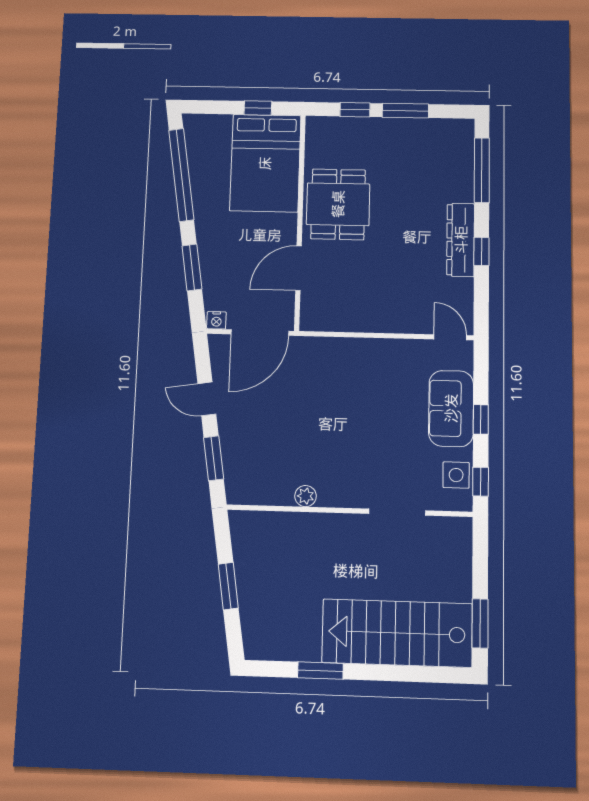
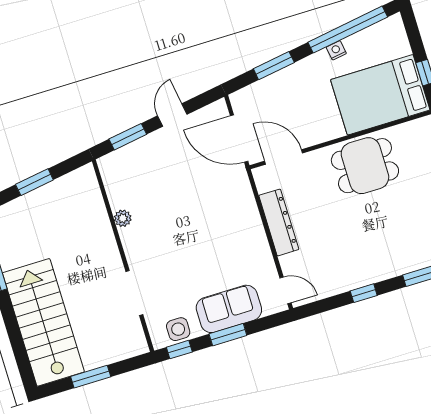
dresser: (461, 240) -> (279, 222), moved, turned 90
door: (299, 268) -> (284, 157), moved
nightstand: (216, 320) -> (336, 50), moved, turned 81
door: (450, 337) -> (285, 290), hinge flipped
window: (481, 419) -> (228, 335), width x1.50
window: (480, 623) -> (91, 377), moved

